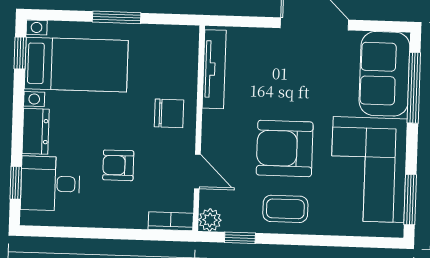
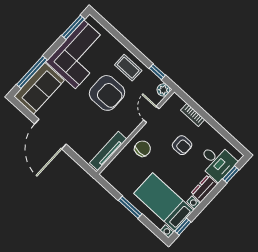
chair: (169, 113) -> (143, 149), turned 90
bookcase: (171, 221) -> (193, 115), moved

